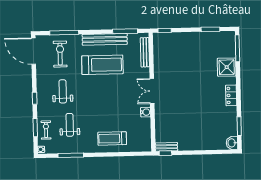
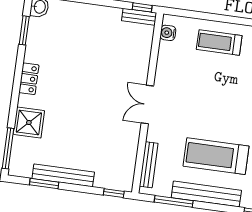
bench: (199, 37) -> (63, 175), added
double door: (152, 91) -> (147, 104), swing flipped
water cooler: (146, 112) -> (168, 33), moved
treadmill: (112, 138) -> (219, 43), turned 180

